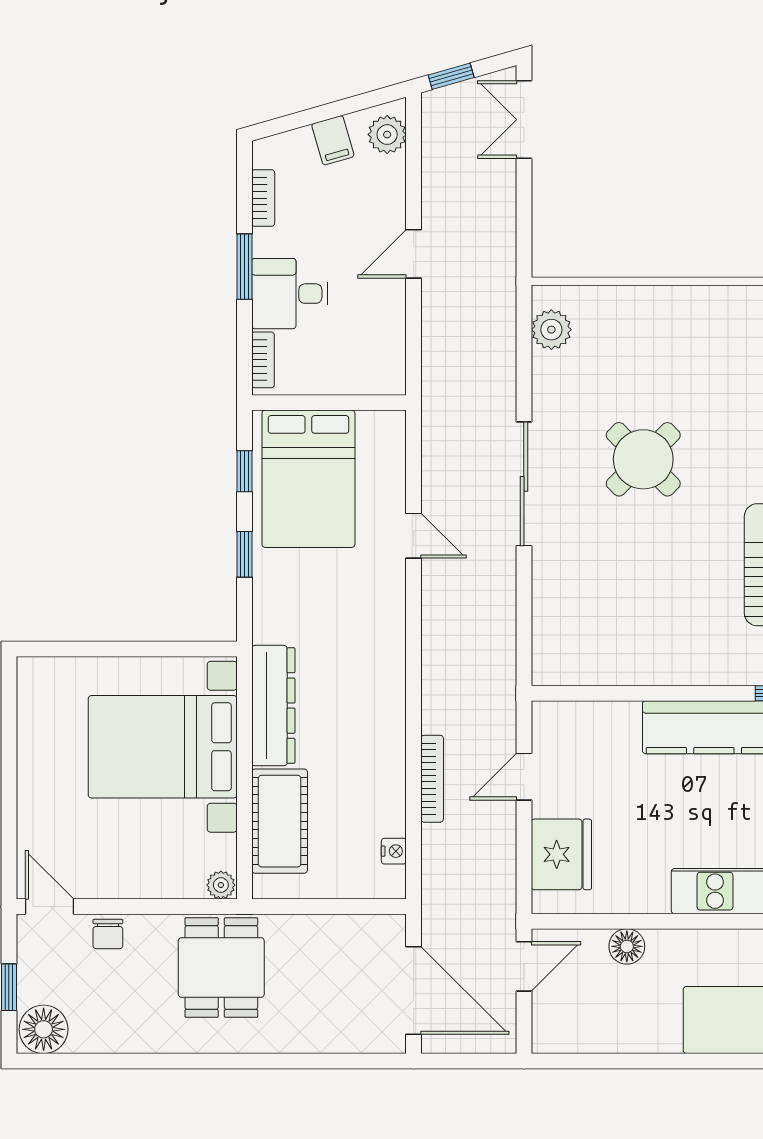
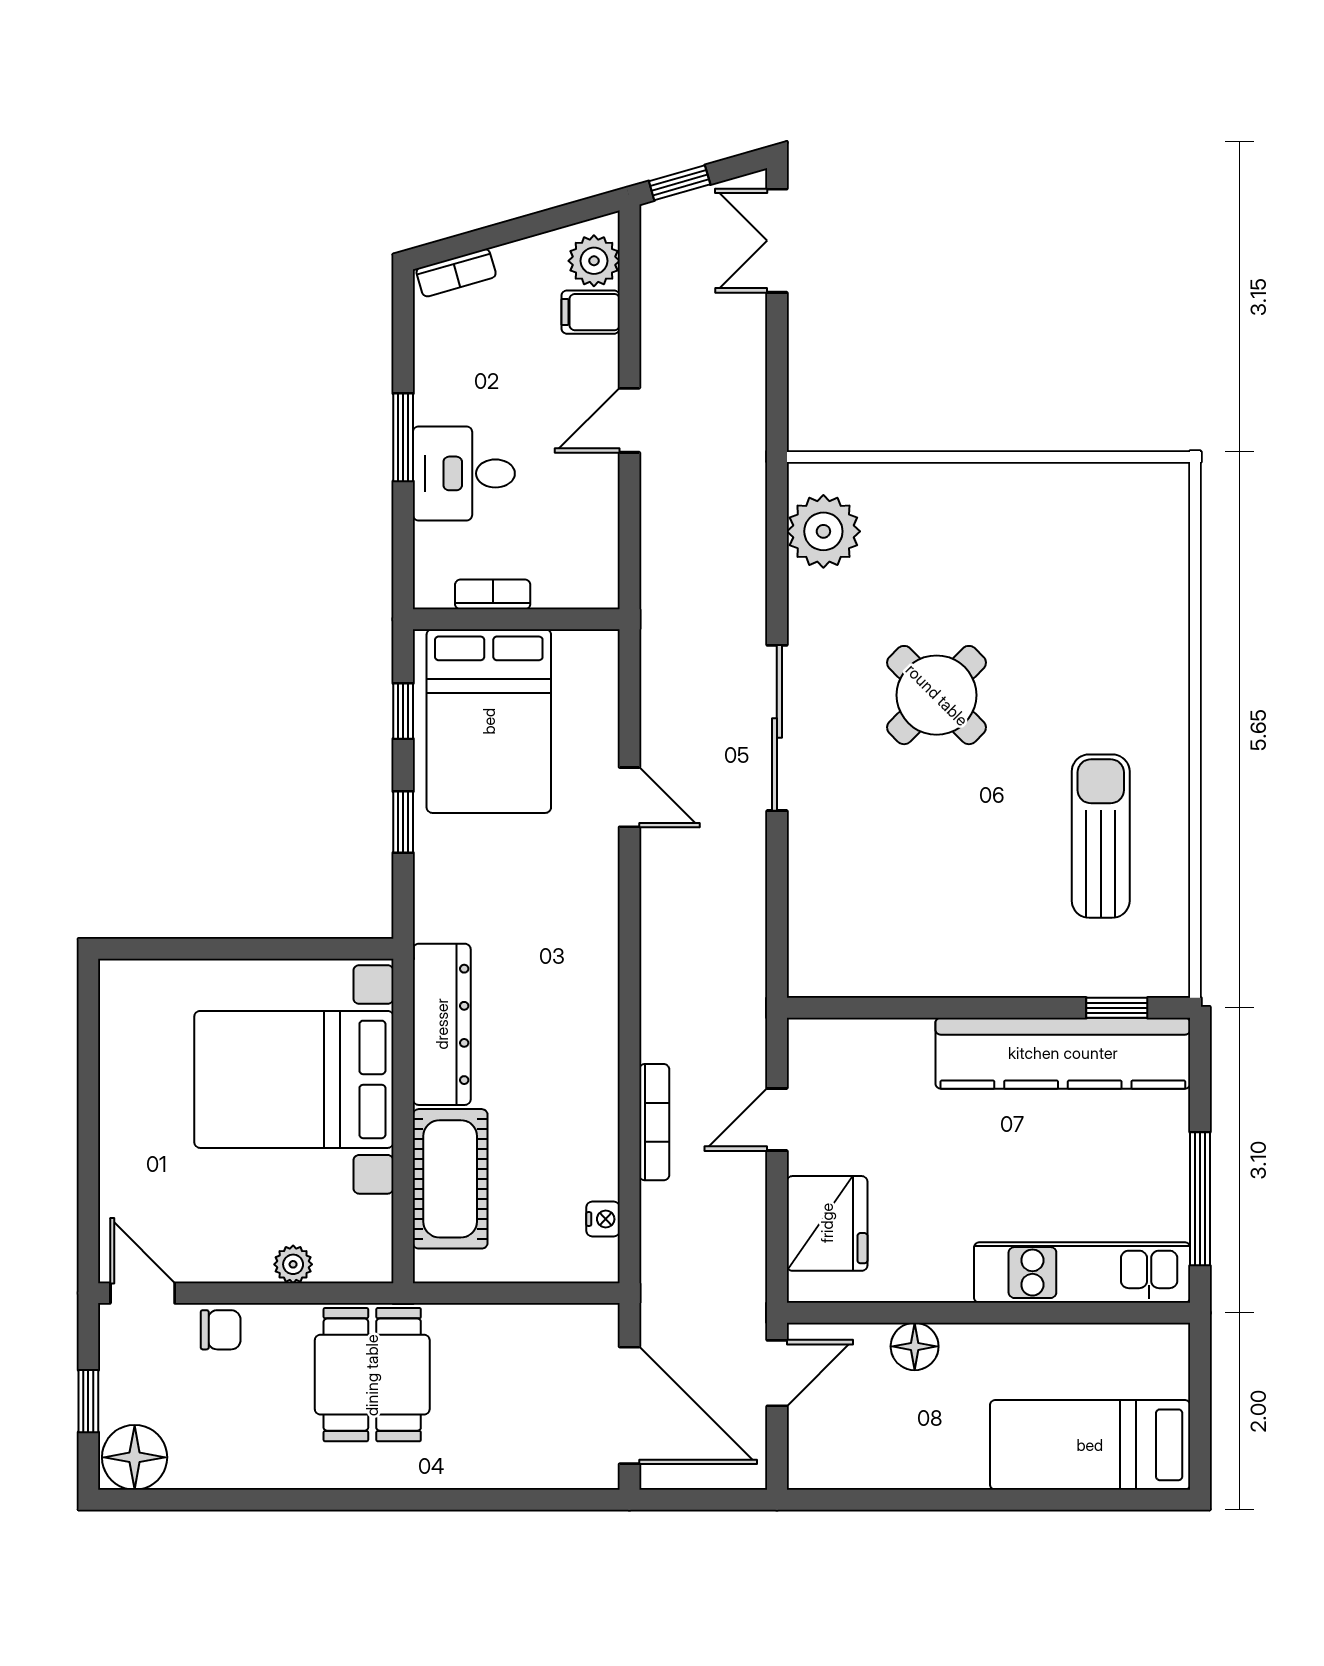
filing cabinet: (333, 140) -> (591, 312), moved, turned 106
bookcase: (263, 198) -> (456, 273), moved, turned 74
plant: (551, 330) -> (823, 531), width x1.36, depth x1.36
bookcase: (263, 360) -> (493, 594), moved, turned -90
plant: (221, 885) -> (293, 1264), moved
chair: (108, 934) -> (221, 1330), turned -90

